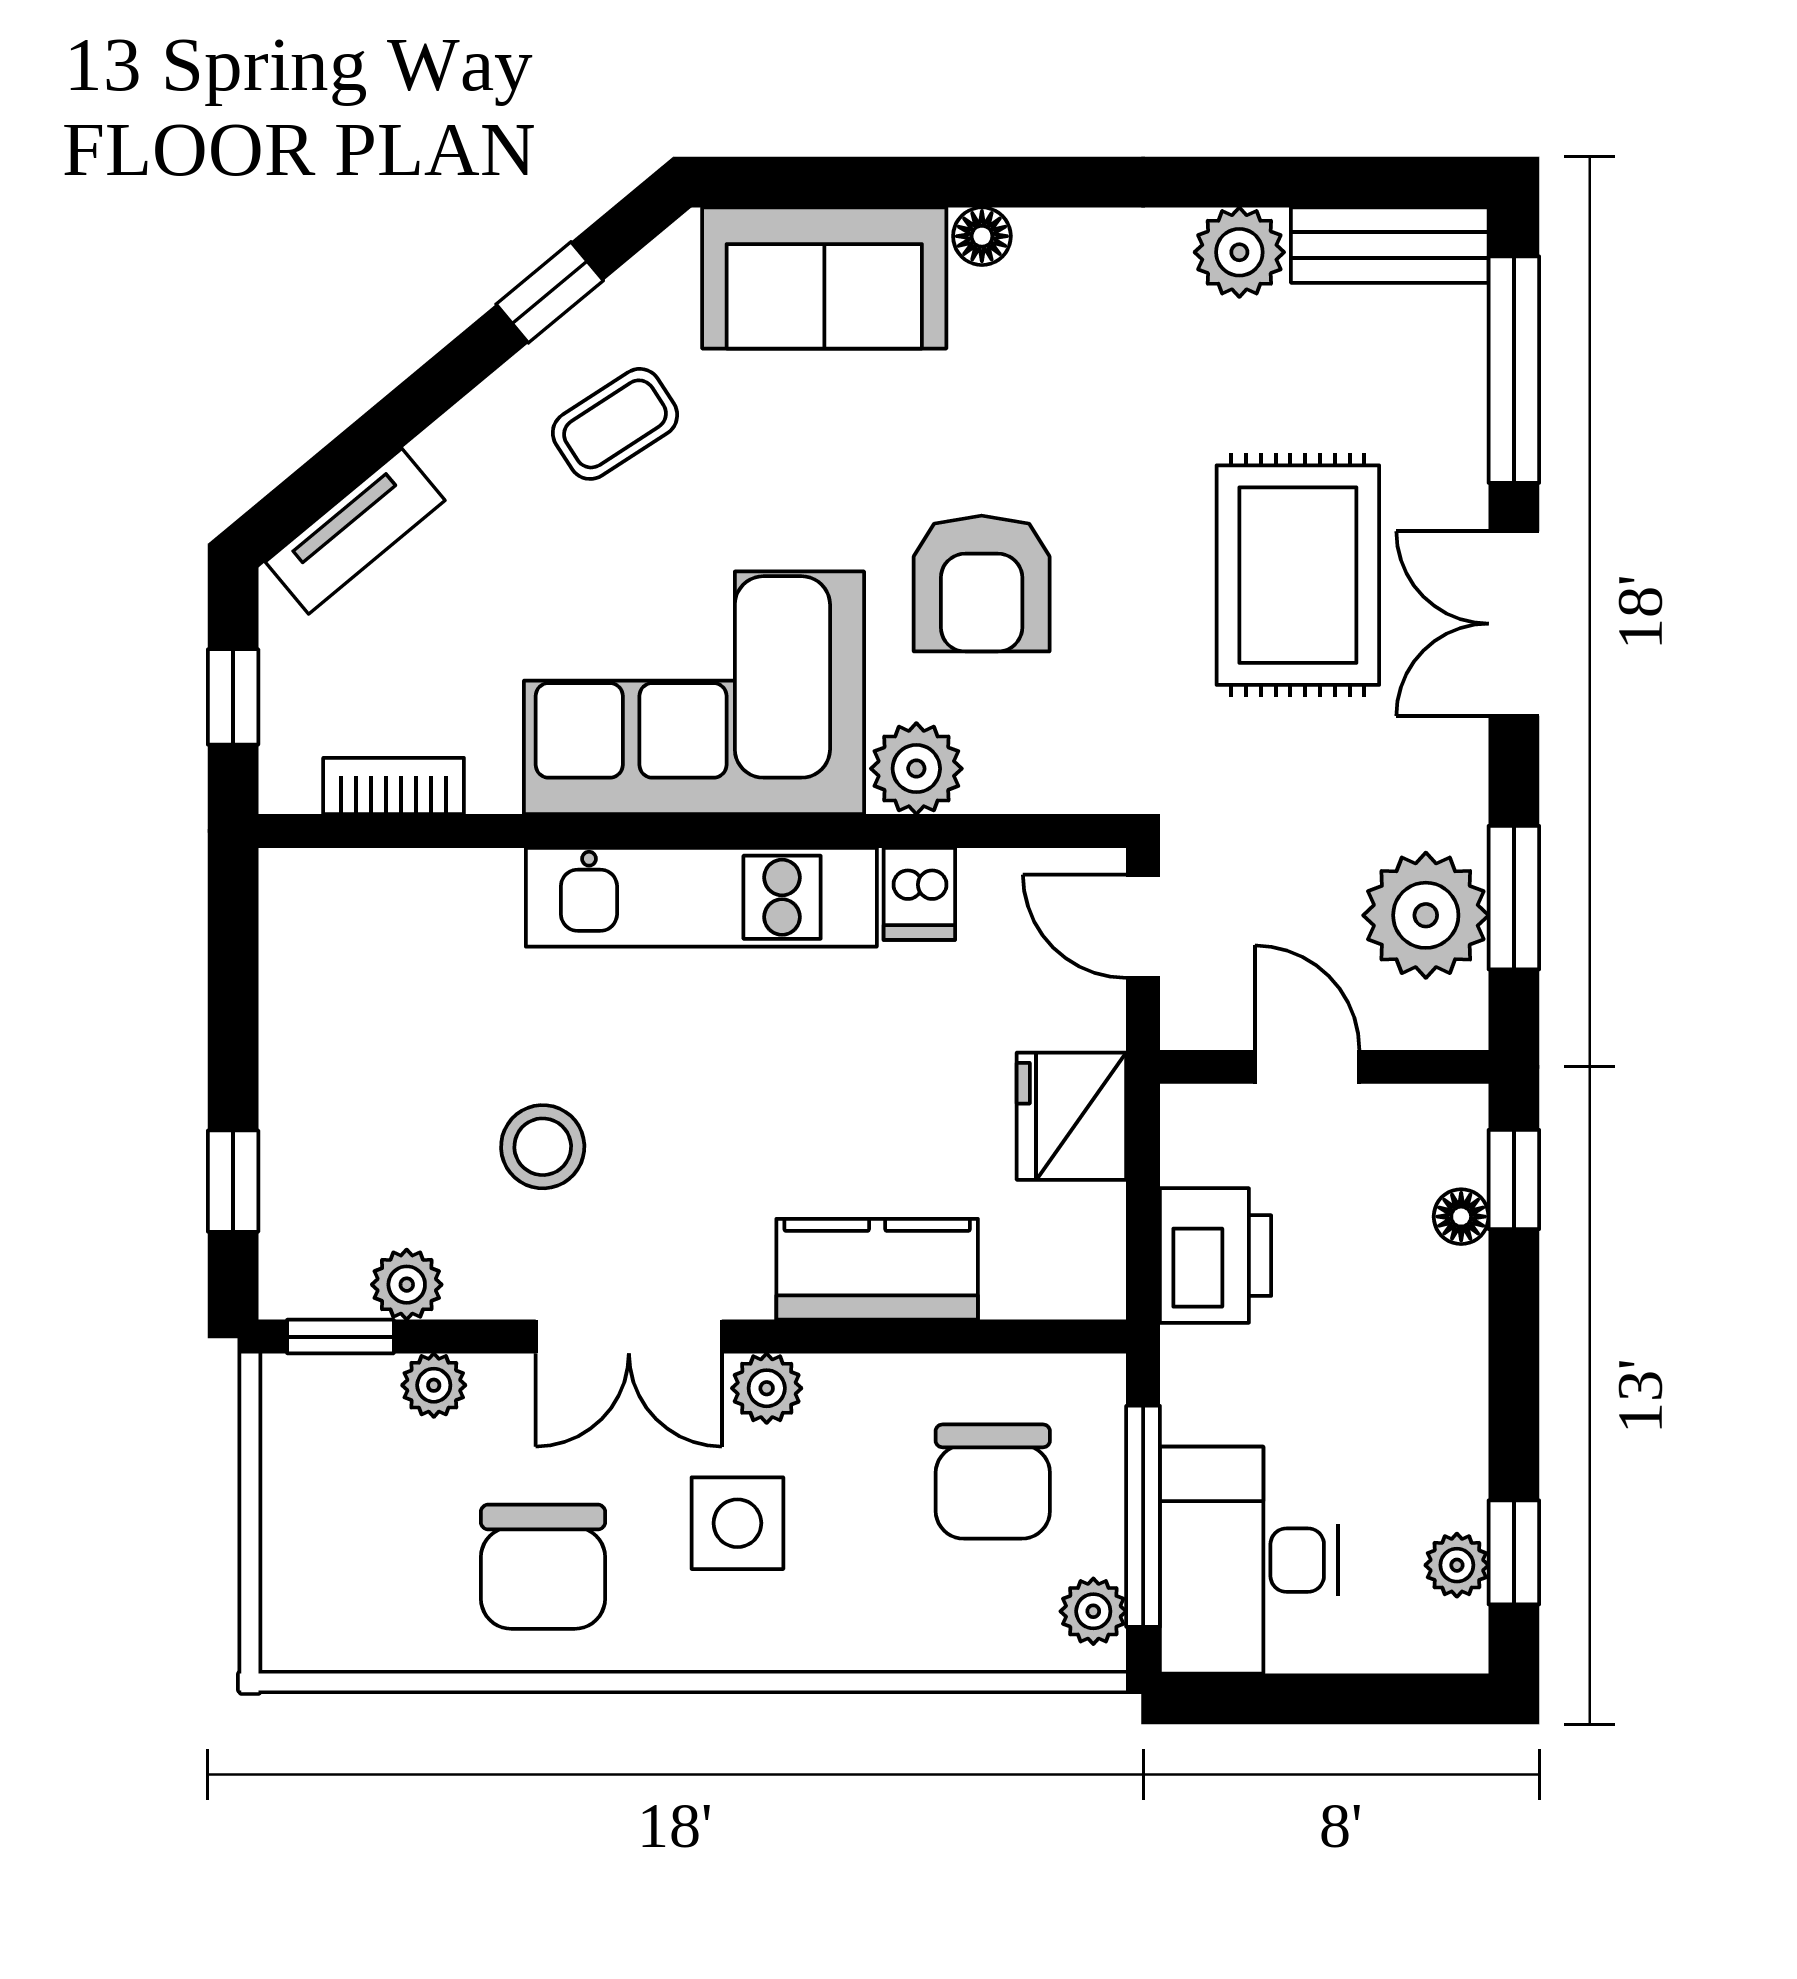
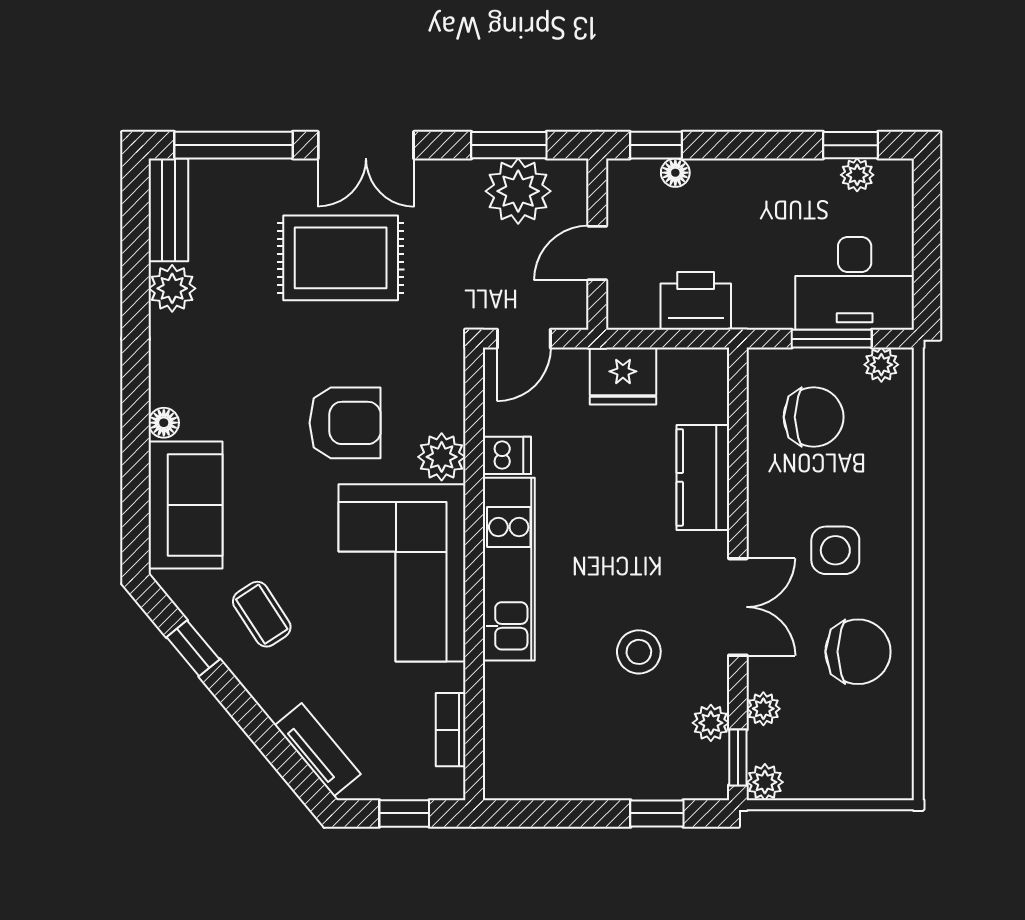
plant: (767, 1388) -> (765, 782), moved
window: (1143, 1516) -> (832, 339), width x0.69

